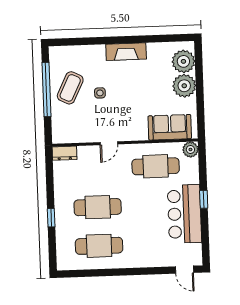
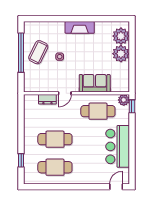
sofa: (170, 127) -> (95, 83), moved
dresser: (65, 153) -> (47, 99), moved
window: (204, 199) -> (132, 106), moved
window: (51, 218) -> (21, 160), moved
door: (184, 270) -> (116, 187), swing flipped

